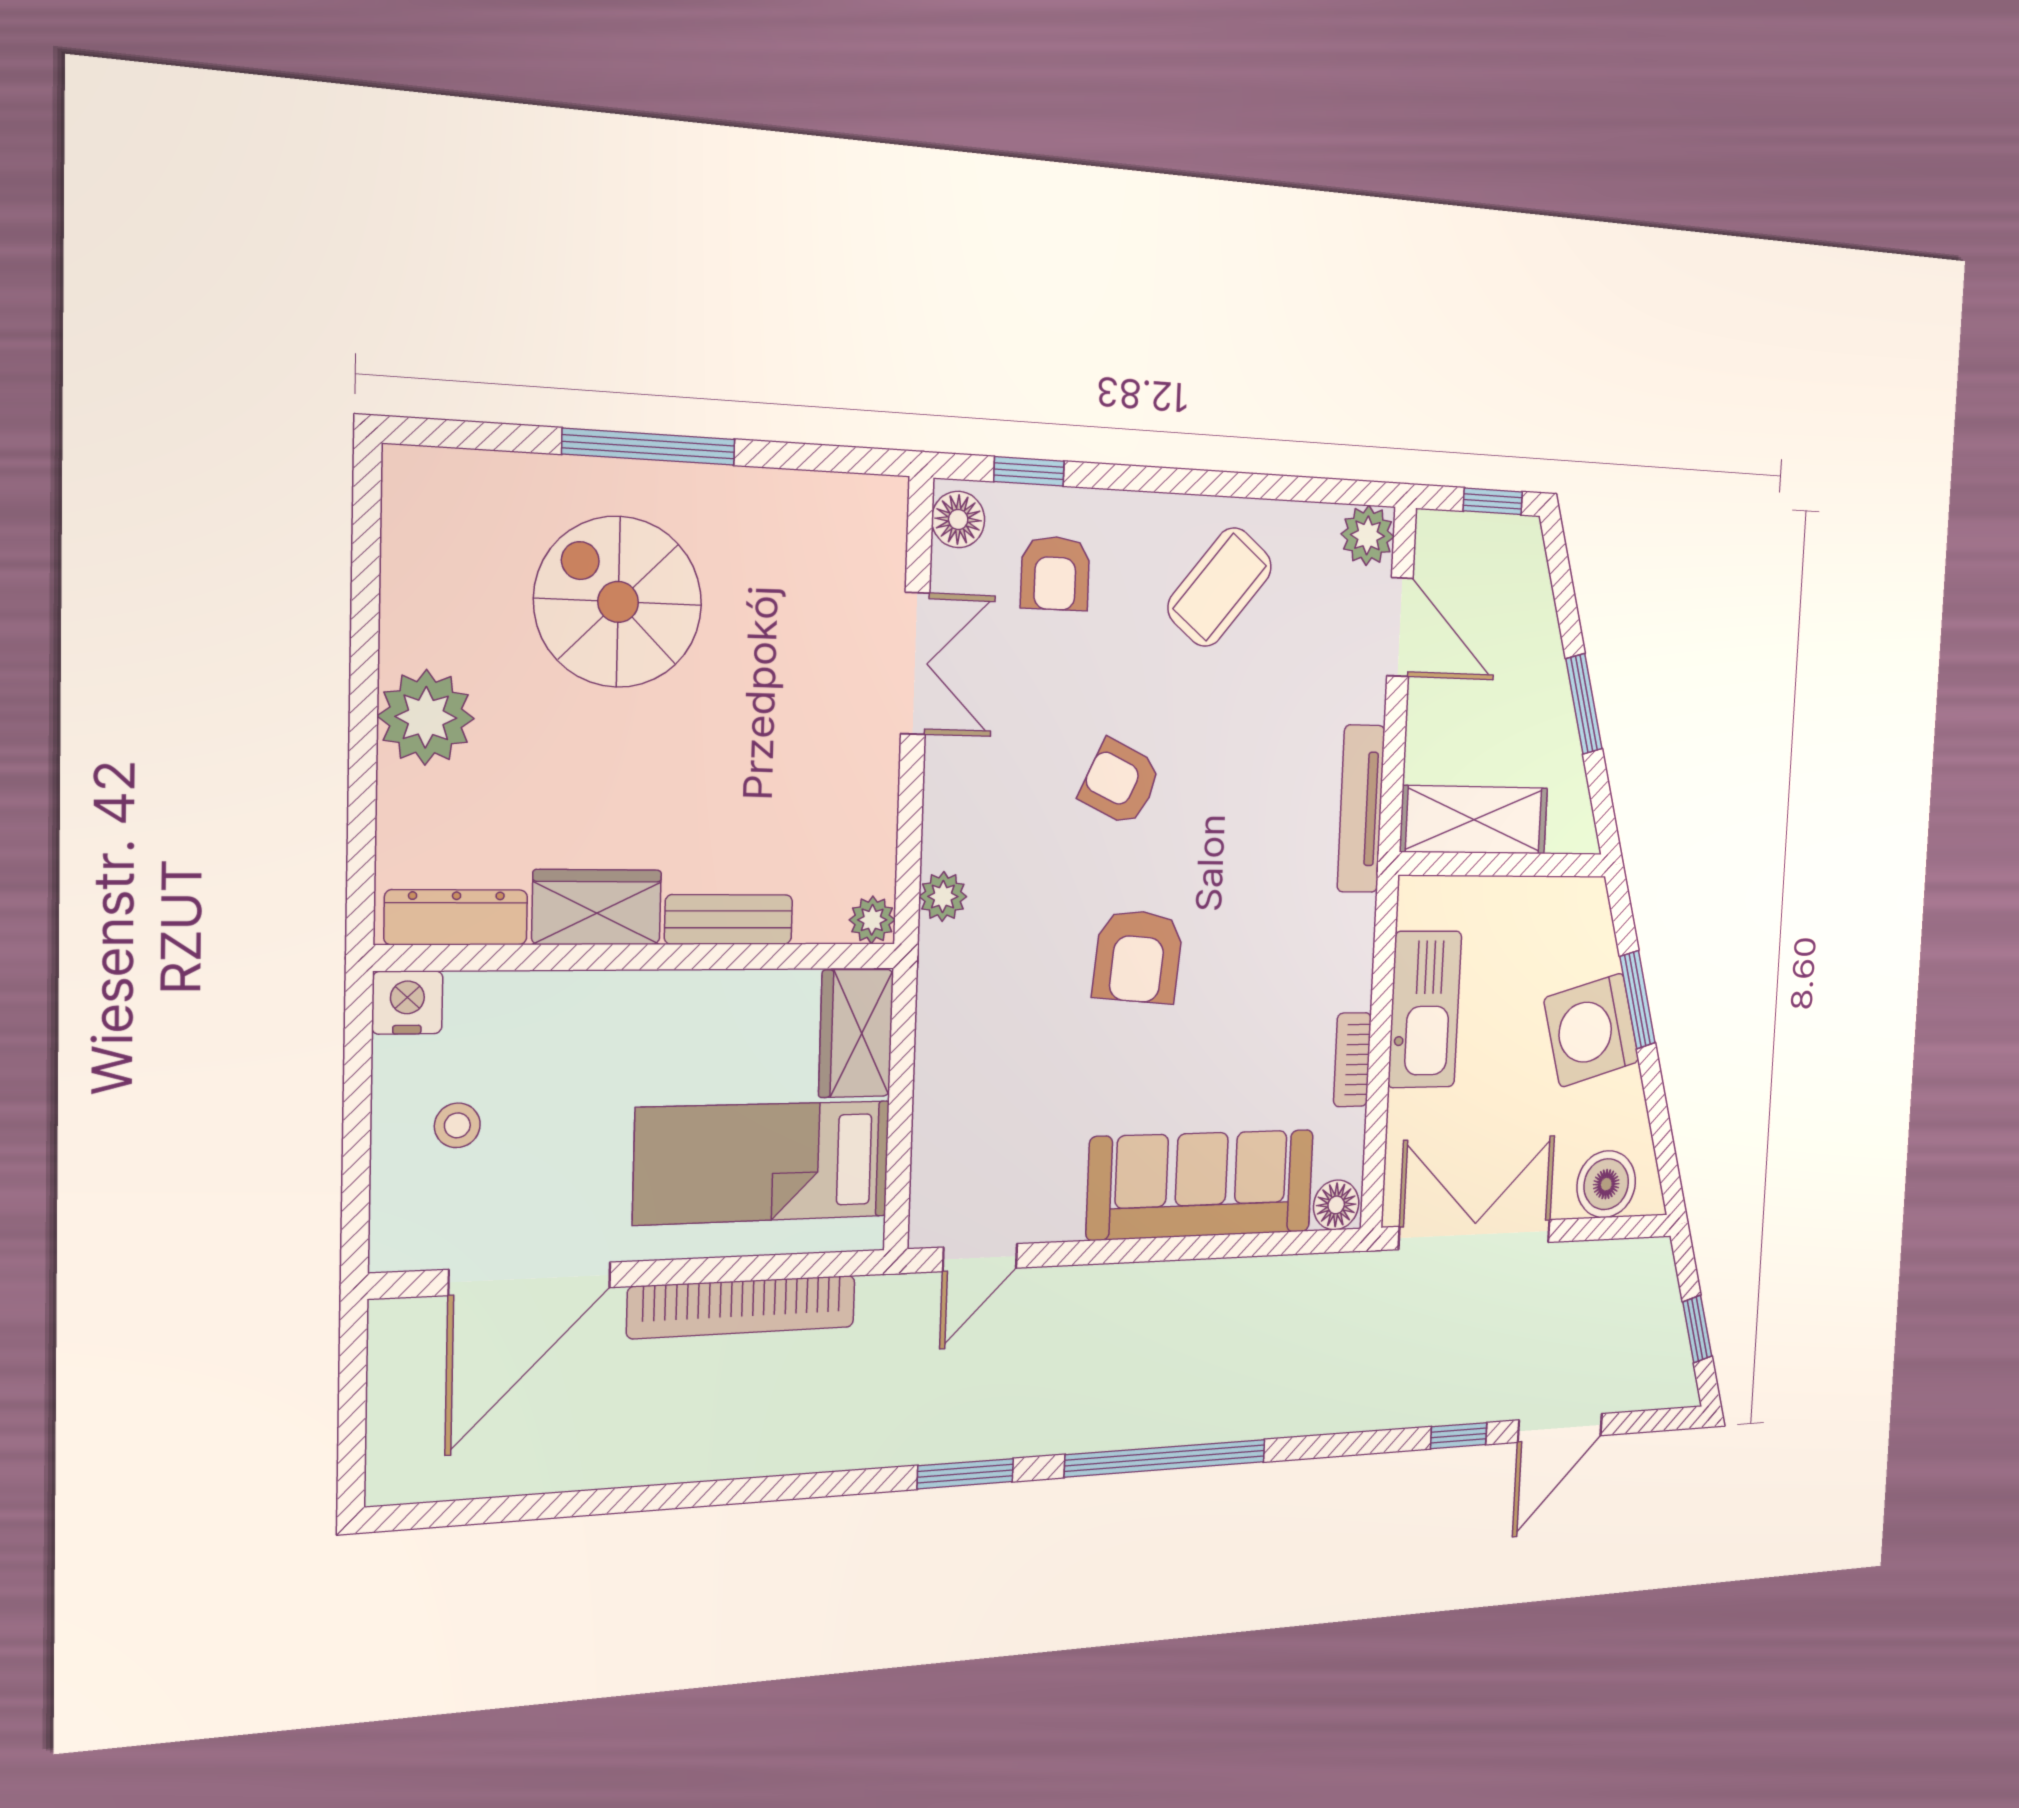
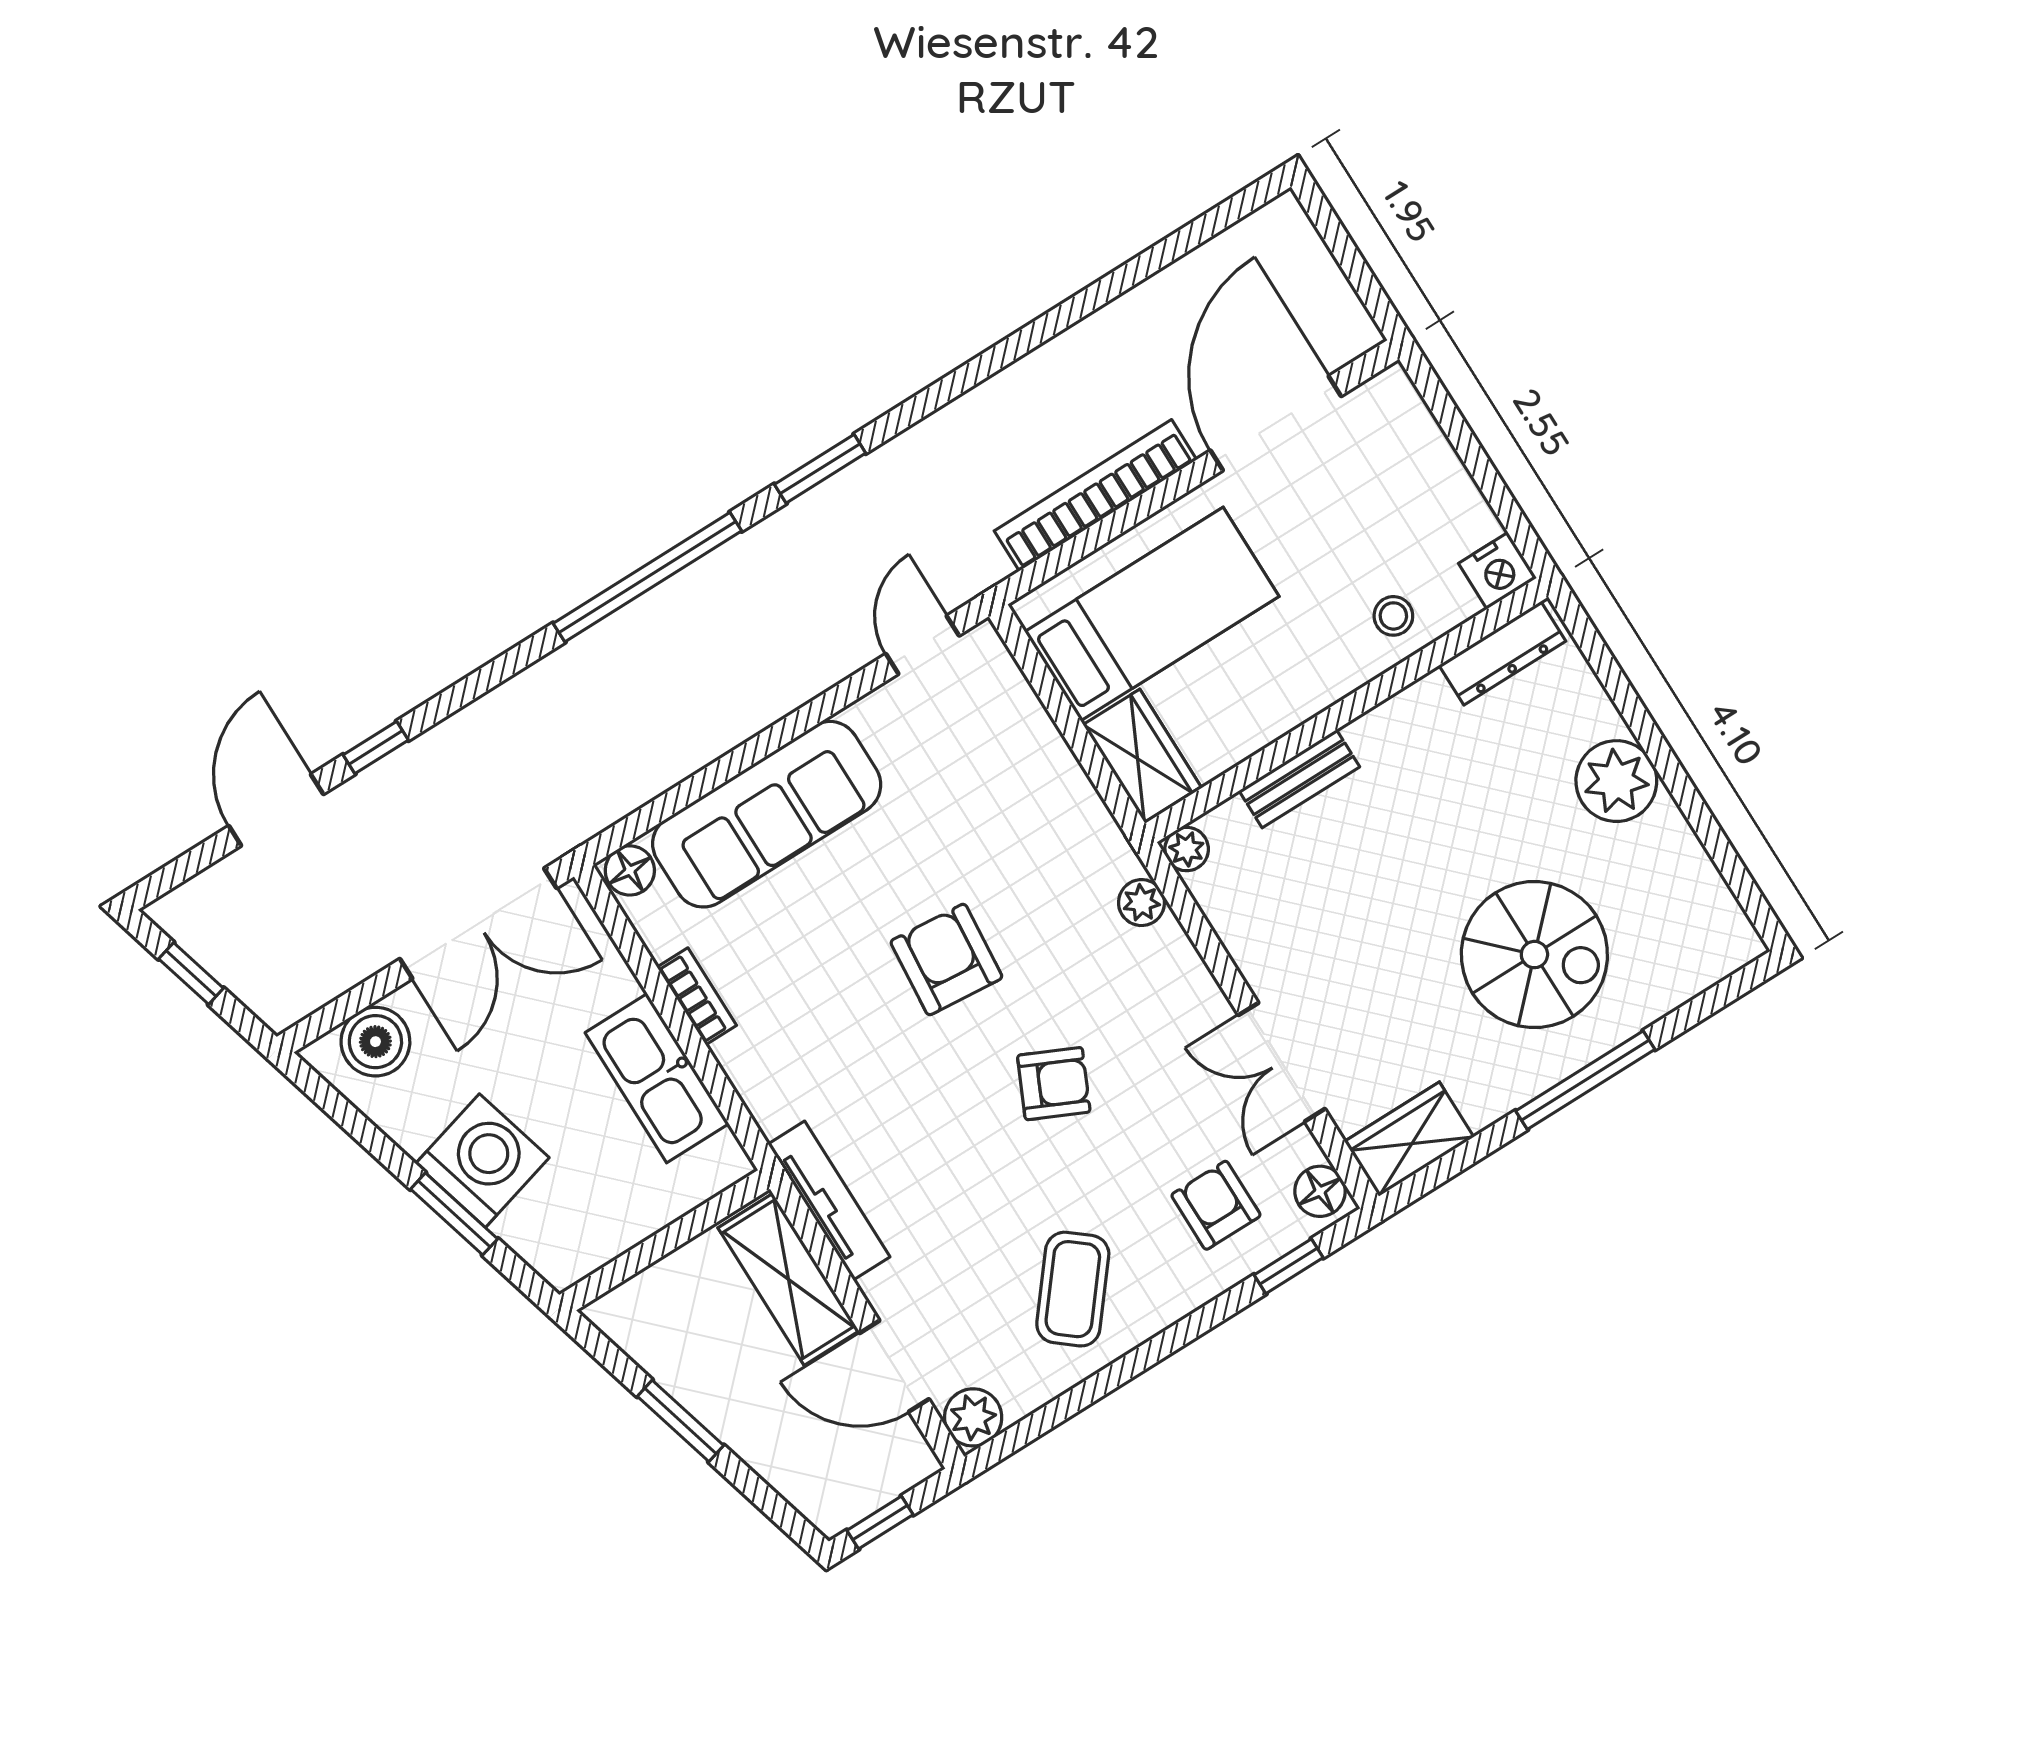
shelving: (1474, 820) -> (788, 1279), moved, turned 90
wardrobe: (597, 907) -> (1409, 1139), moved, turned 180
stool: (457, 1125) -> (1393, 616), moved

